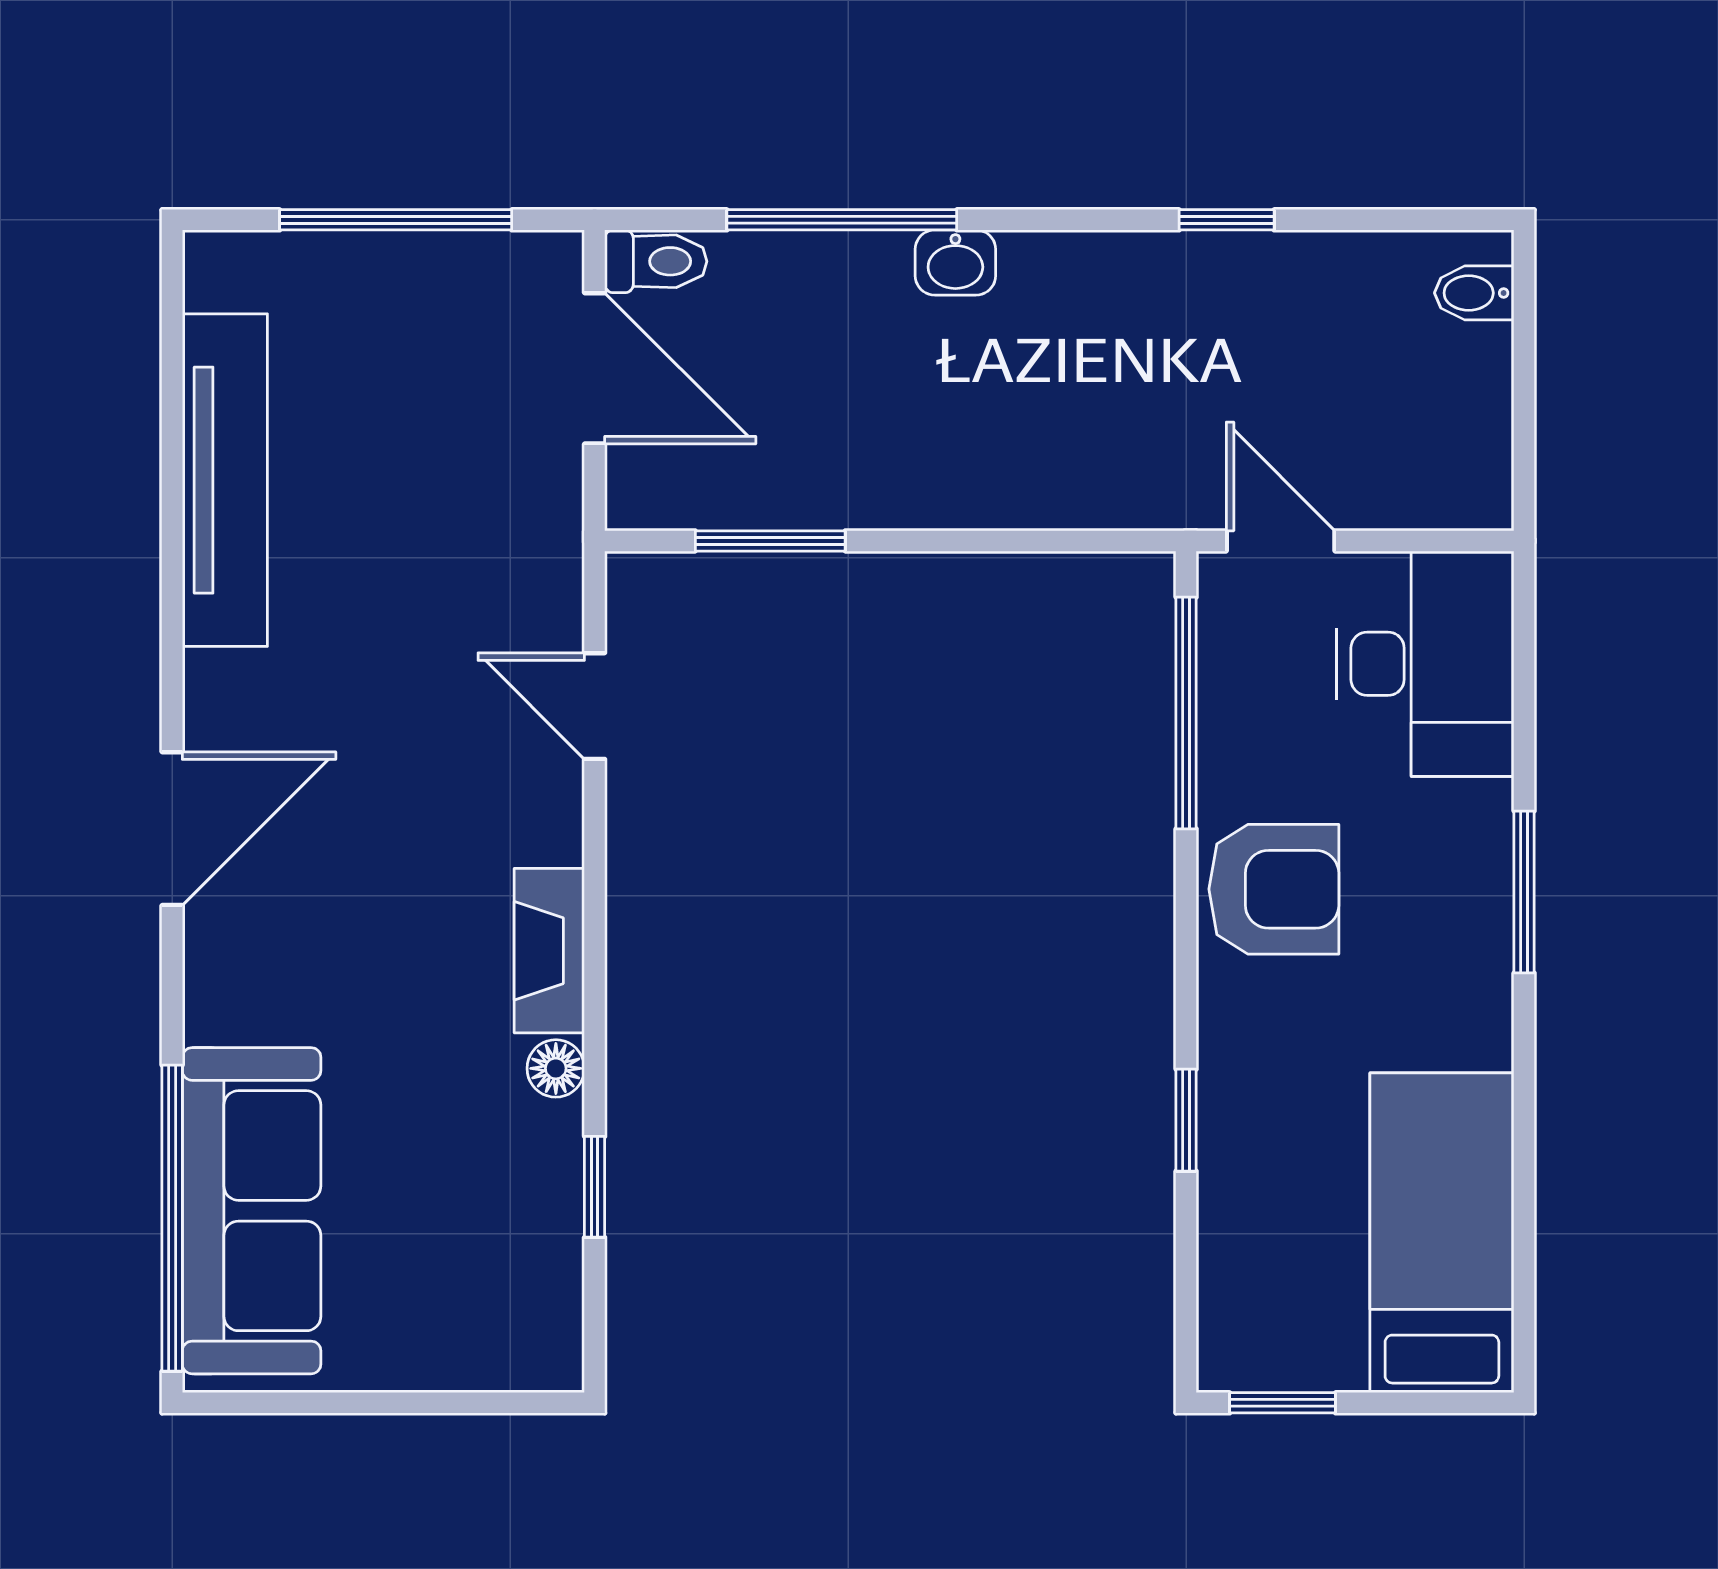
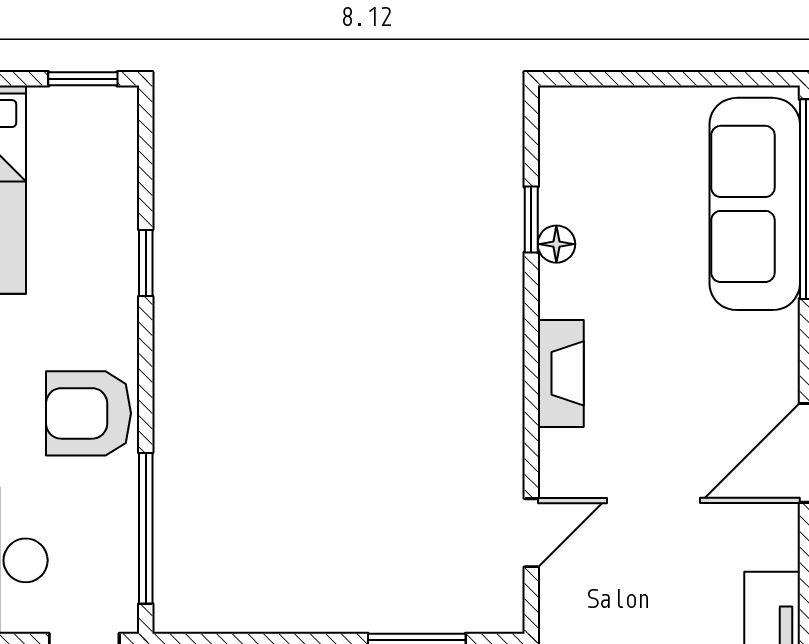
door: (595, 706) -> (531, 533), hinge flipped
floor lamp: (556, 1068) -> (556, 244), moved

